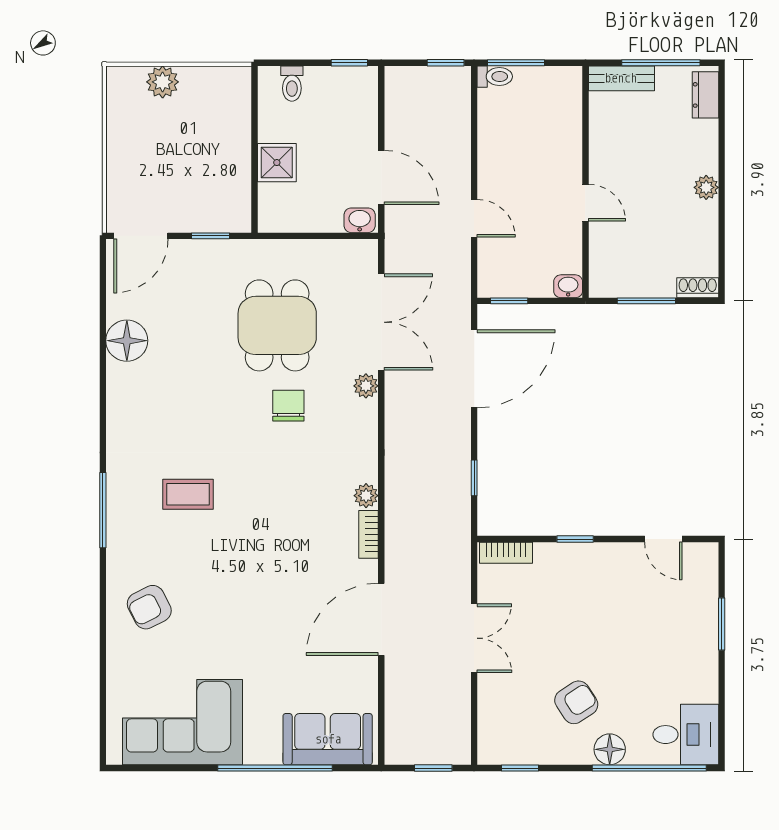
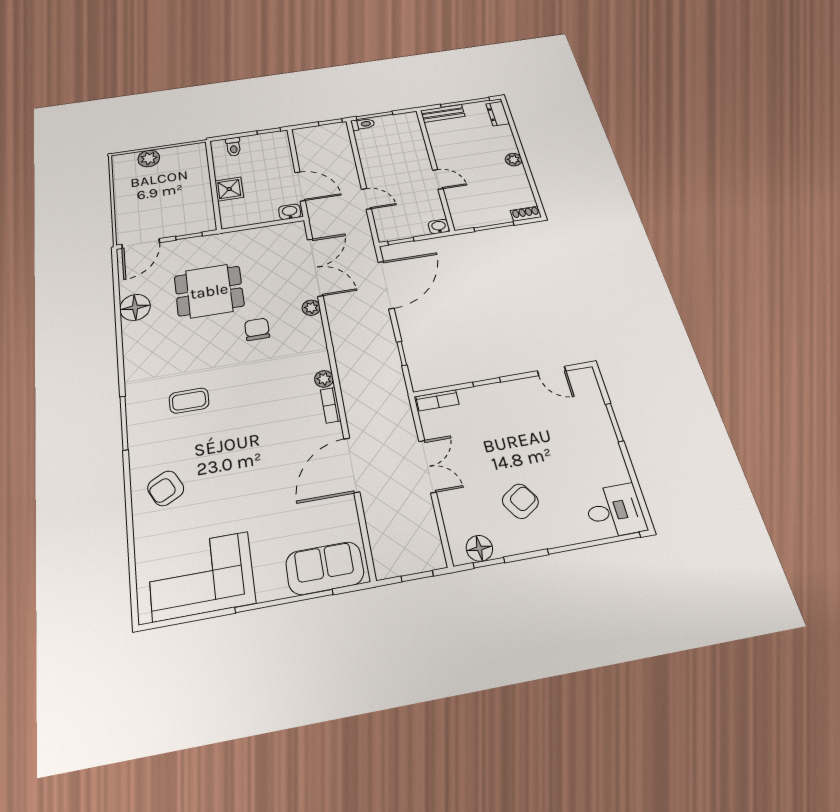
dining table: (277, 325) -> (209, 291), moved, turned 90
floor lamp: (610, 749) -> (479, 548), moved

